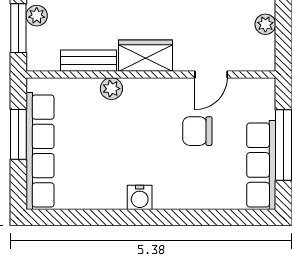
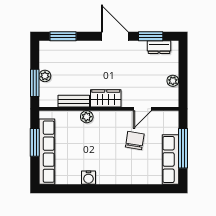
chair: (197, 131) -> (135, 141), turned 99
water cooler: (140, 197) -> (89, 178), moved

